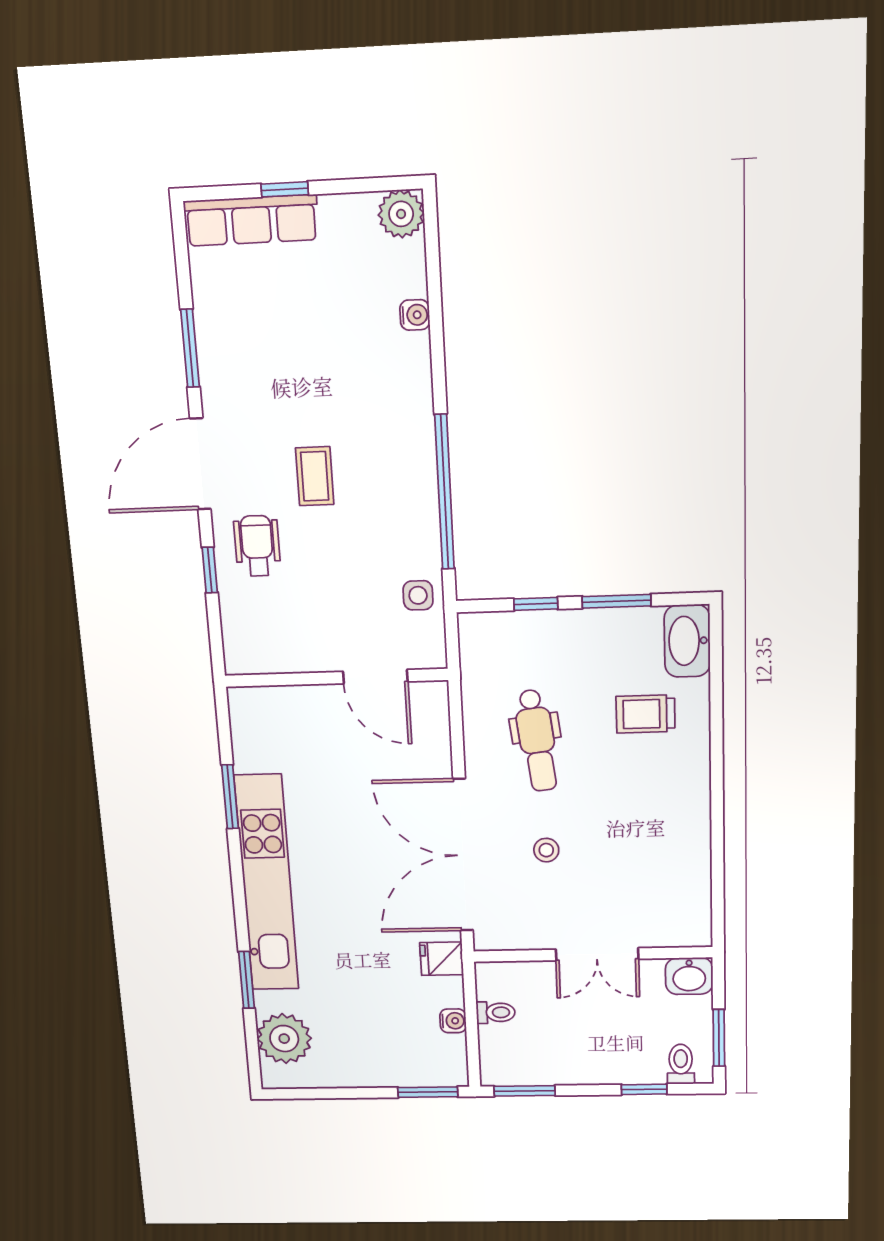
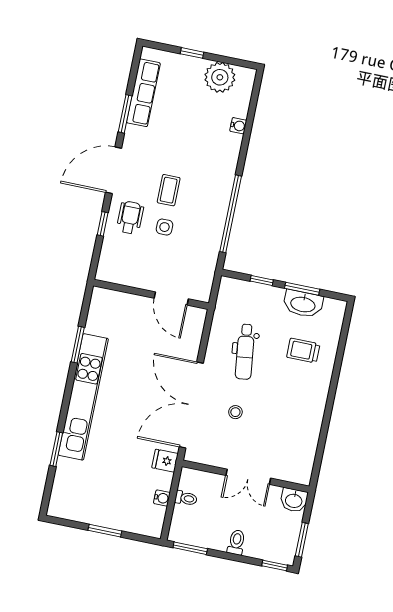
plant: (401, 214) -> (220, 77), moved, width x1.36, depth x1.36
row of seats: (251, 220) -> (143, 93), moved, turned -90
side table: (418, 595) -> (164, 227), moved
washbasin: (687, 641) -> (303, 304), moved, turned -90
plant: (284, 1039) -> (67, 488), removed
toilet: (681, 1064) -> (236, 542), moved
window: (644, 1089) -> (275, 565), moved
window: (428, 1092) -> (105, 531), moved

